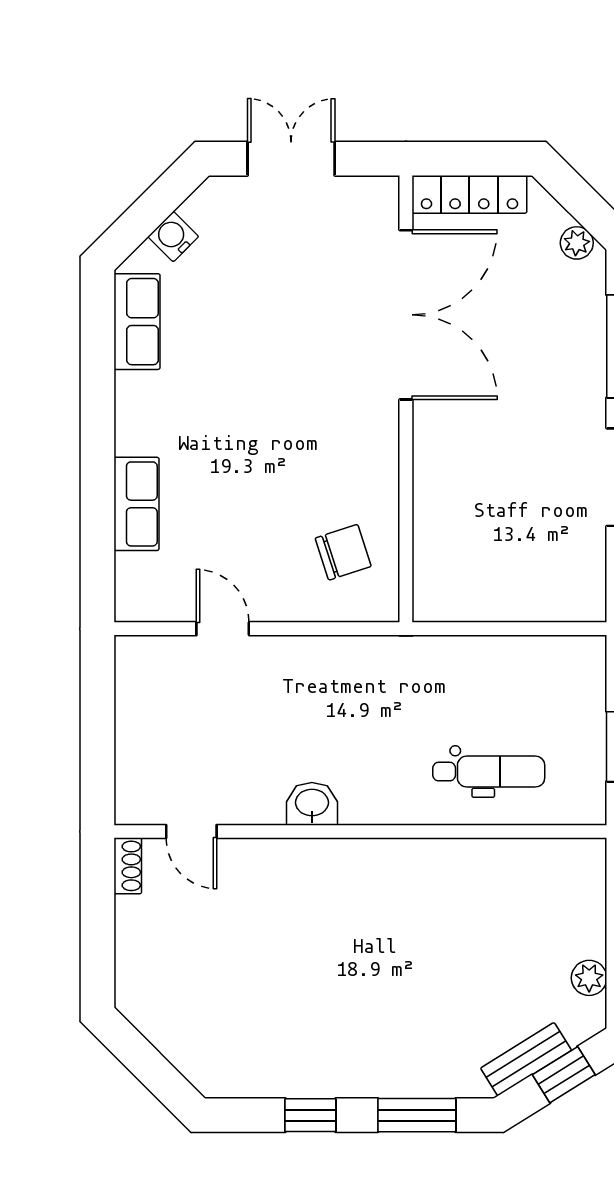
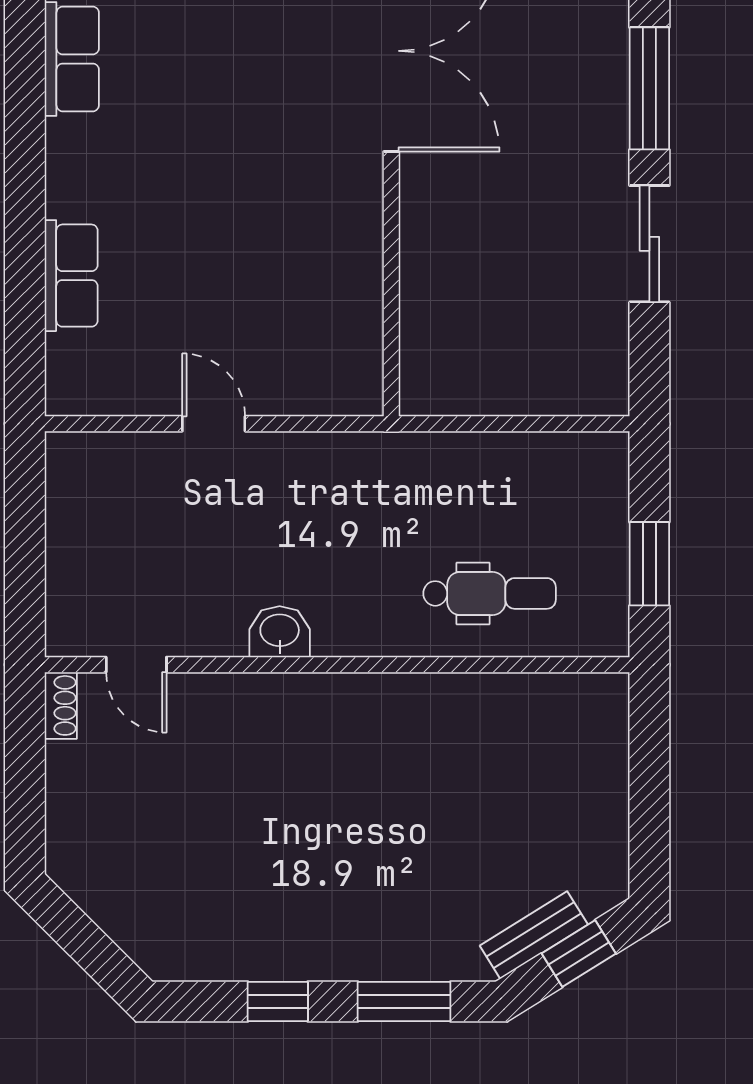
chair: (343, 552) -> (317, 333), removed
door: (223, 629) -> (214, 424), moved
plant: (589, 978) -> (609, 839), removed

